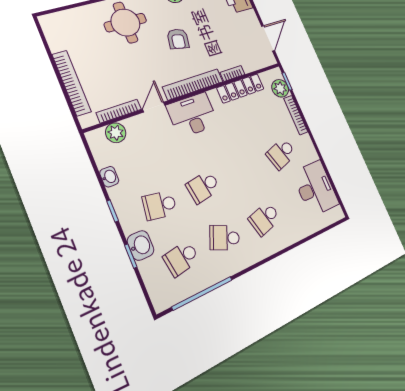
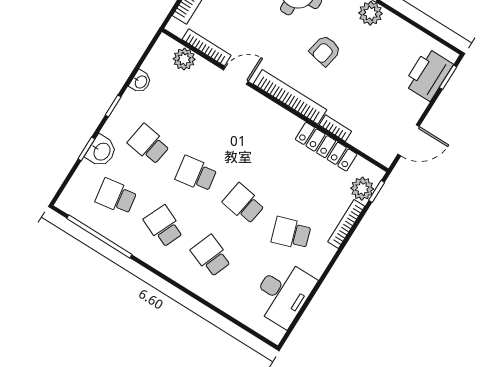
desk: (193, 115) -> (258, 117), removed
school desk: (244, 170) -> (244, 204), added
school desk: (265, 219) -> (211, 256), turned 36

